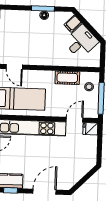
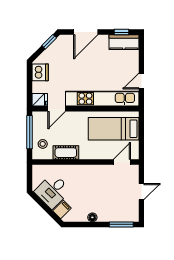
window: (43, 8) -> (121, 224), moved
door: (14, 67) -> (122, 162), hinge flipped
dishwasher: (89, 155) -> (40, 72), added
window: (79, 184) -> (49, 42), added

